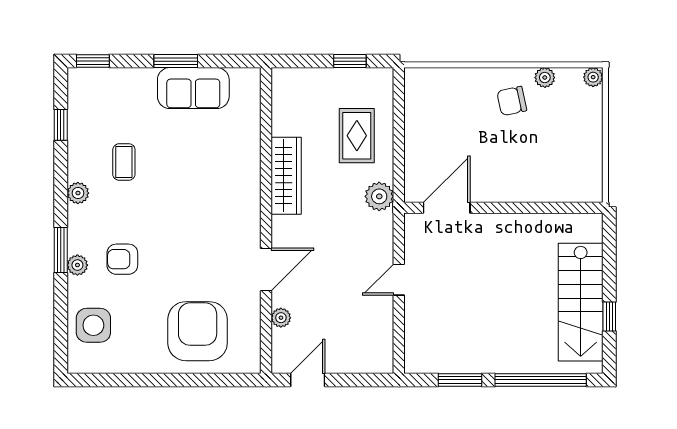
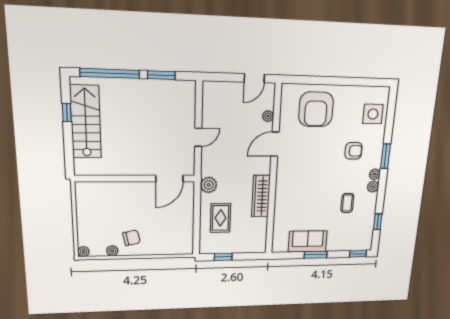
plant: (77, 265) -> (375, 174), moved

